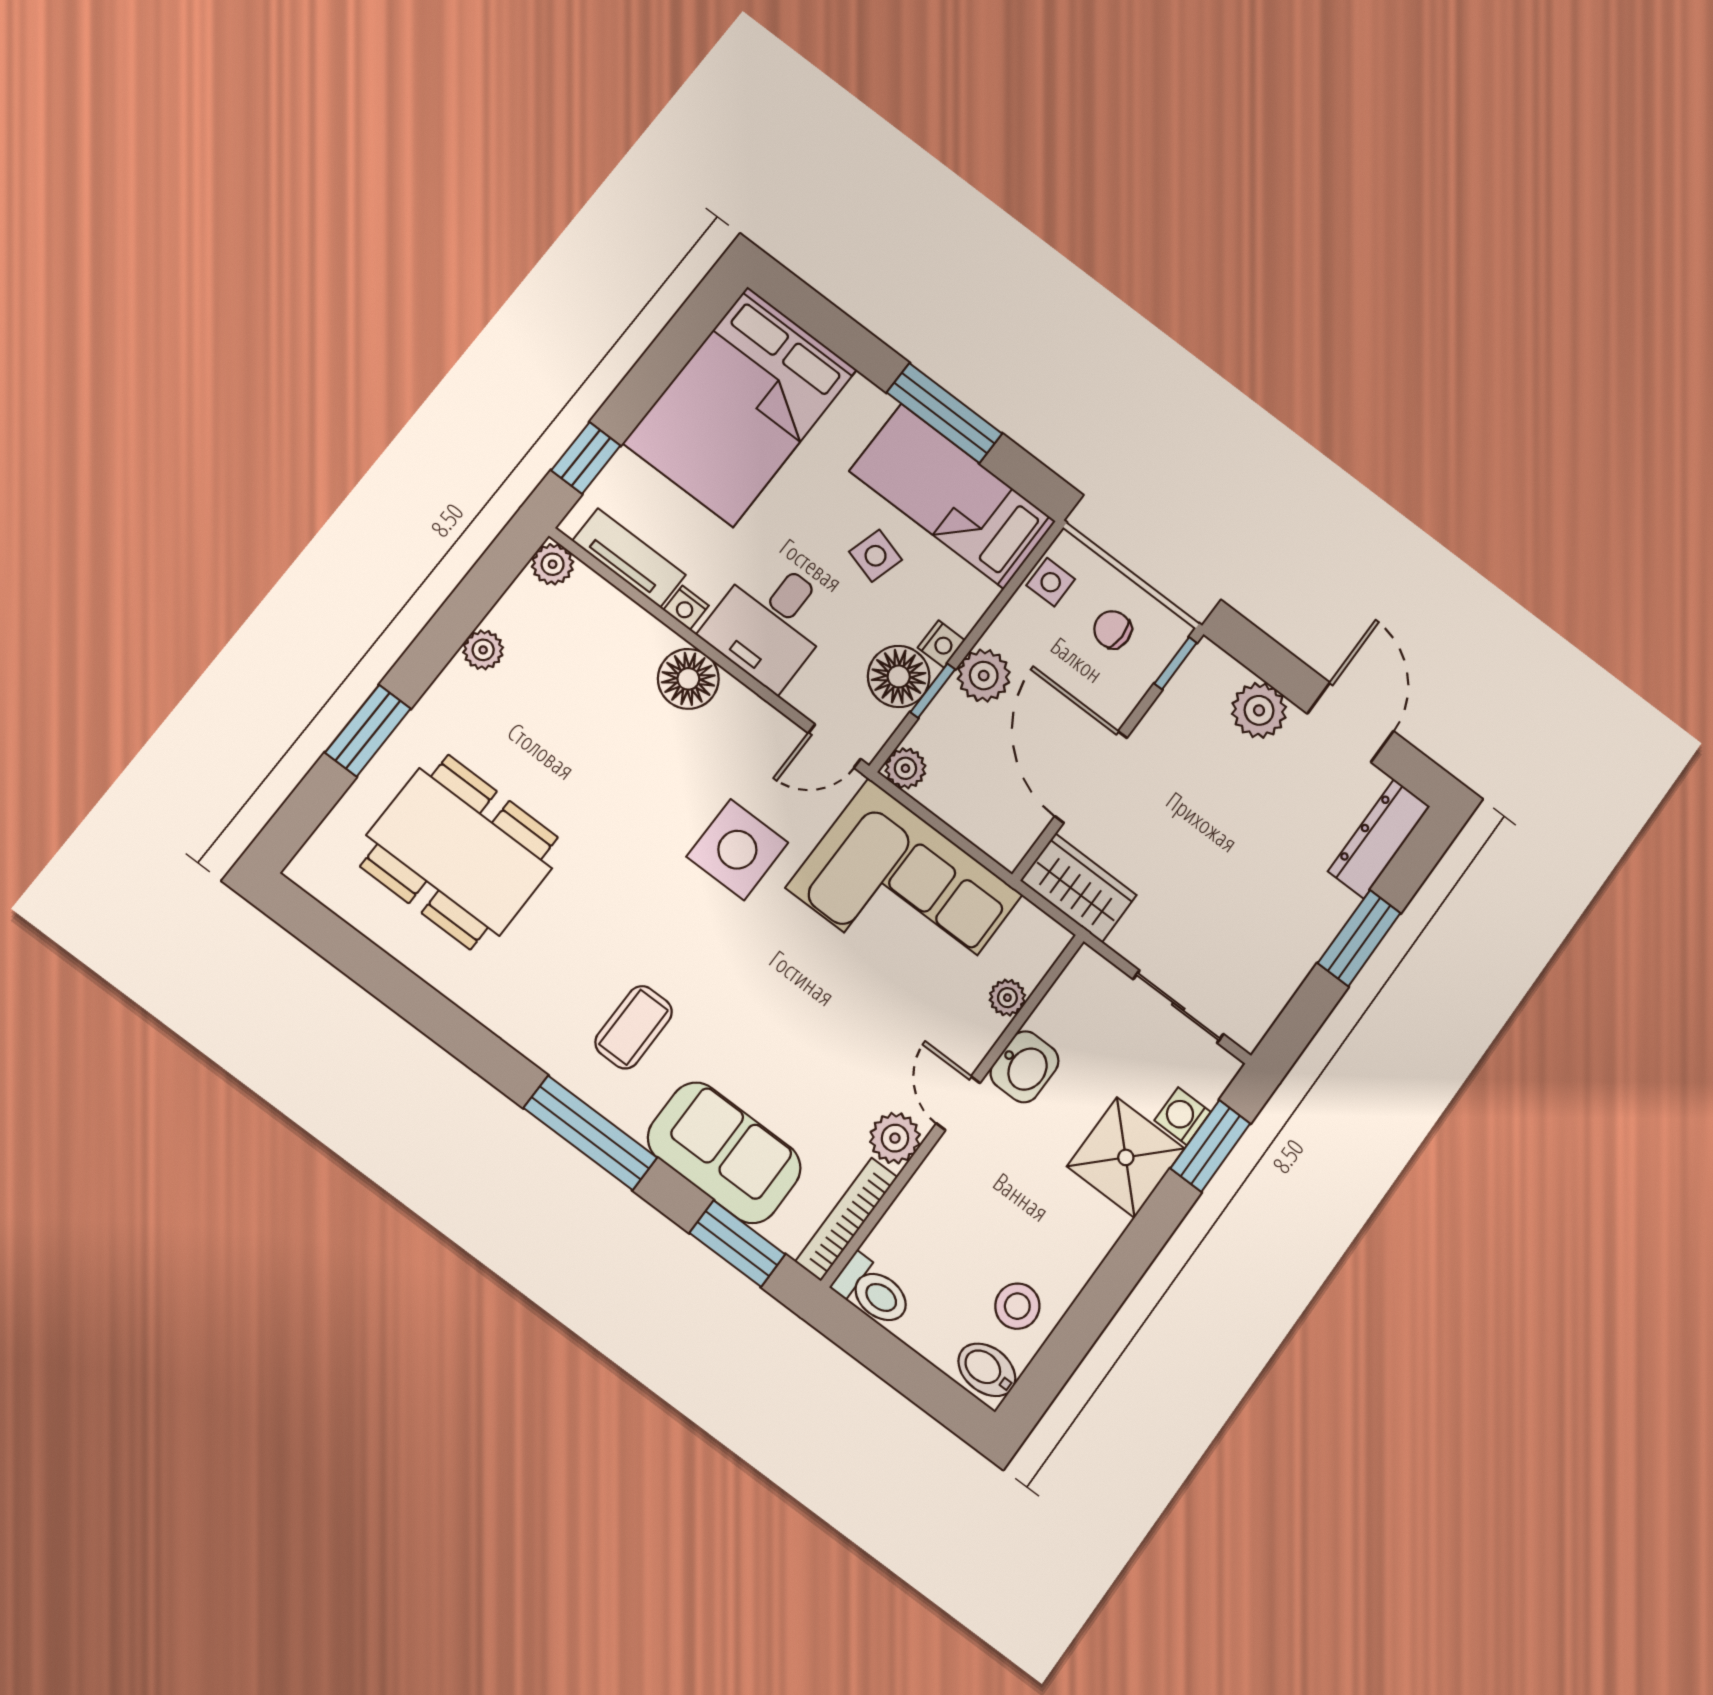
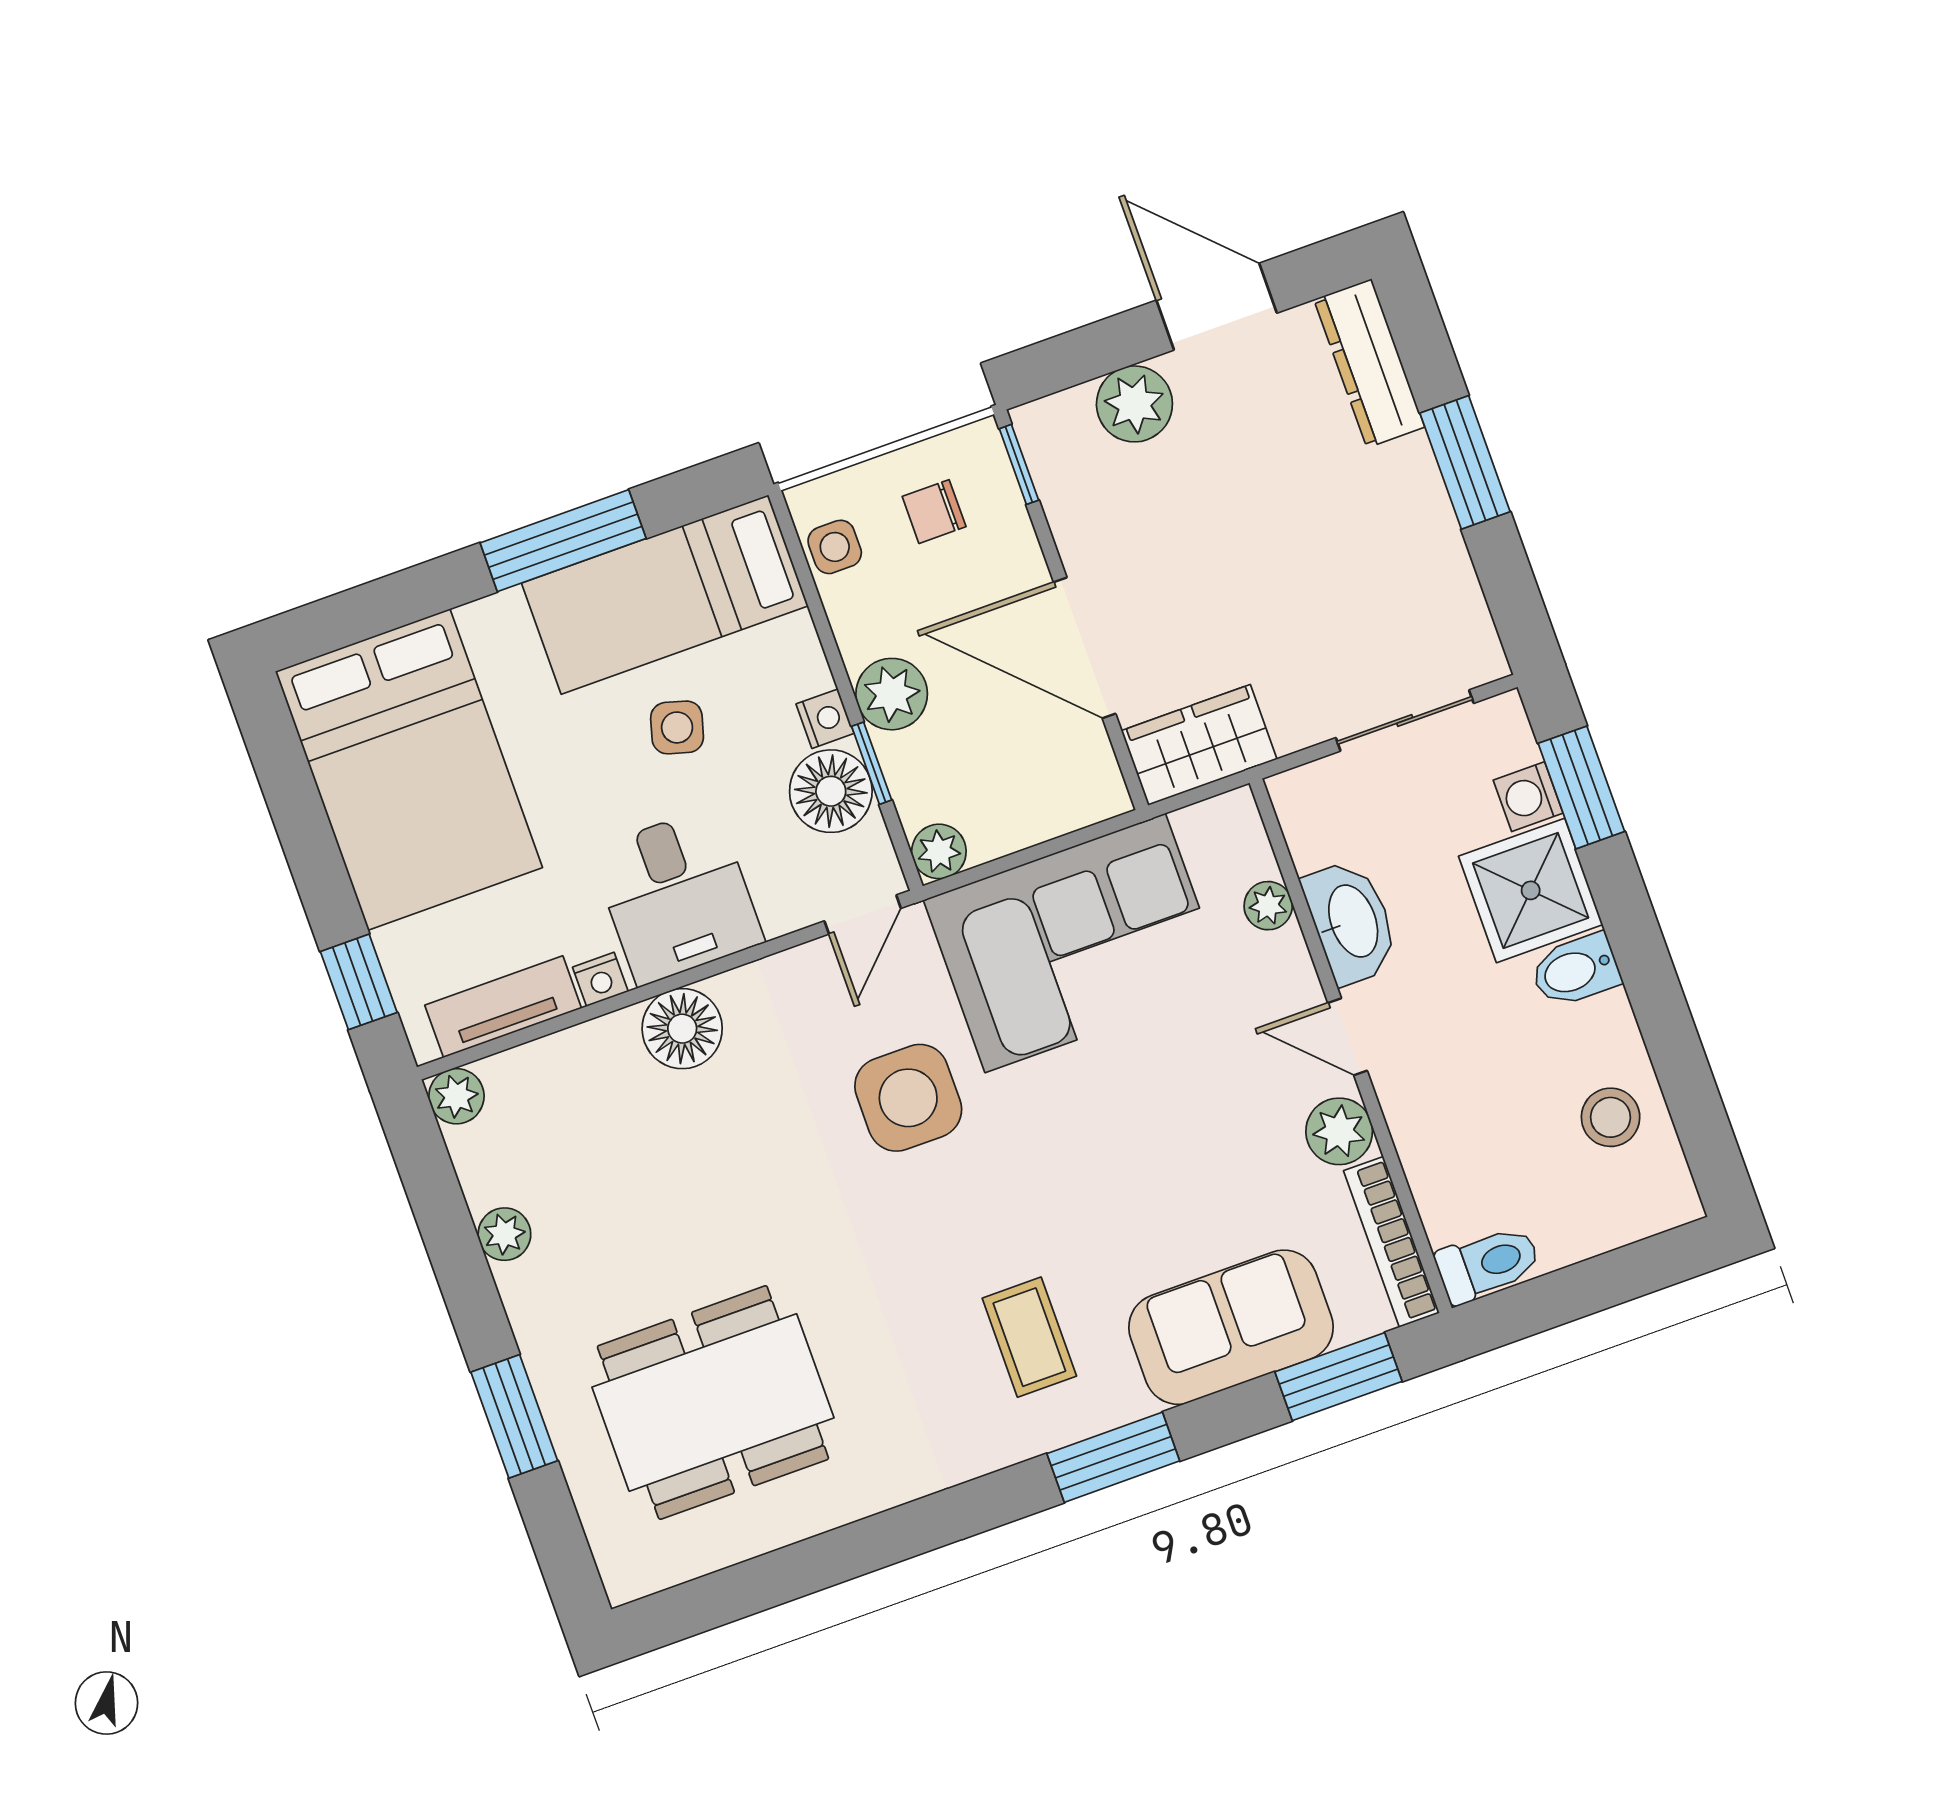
washbasin: (1025, 1067) -> (1351, 922), width x1.38
window: (590, 1133) -> (1113, 1457), width x0.69
bidet: (987, 1370) -> (1575, 970), moved

